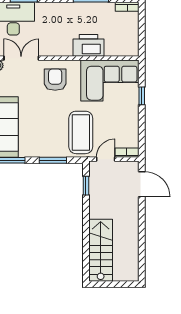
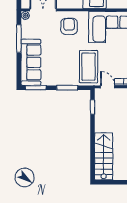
door: (106, 159) -> (108, 87), hinge flipped

